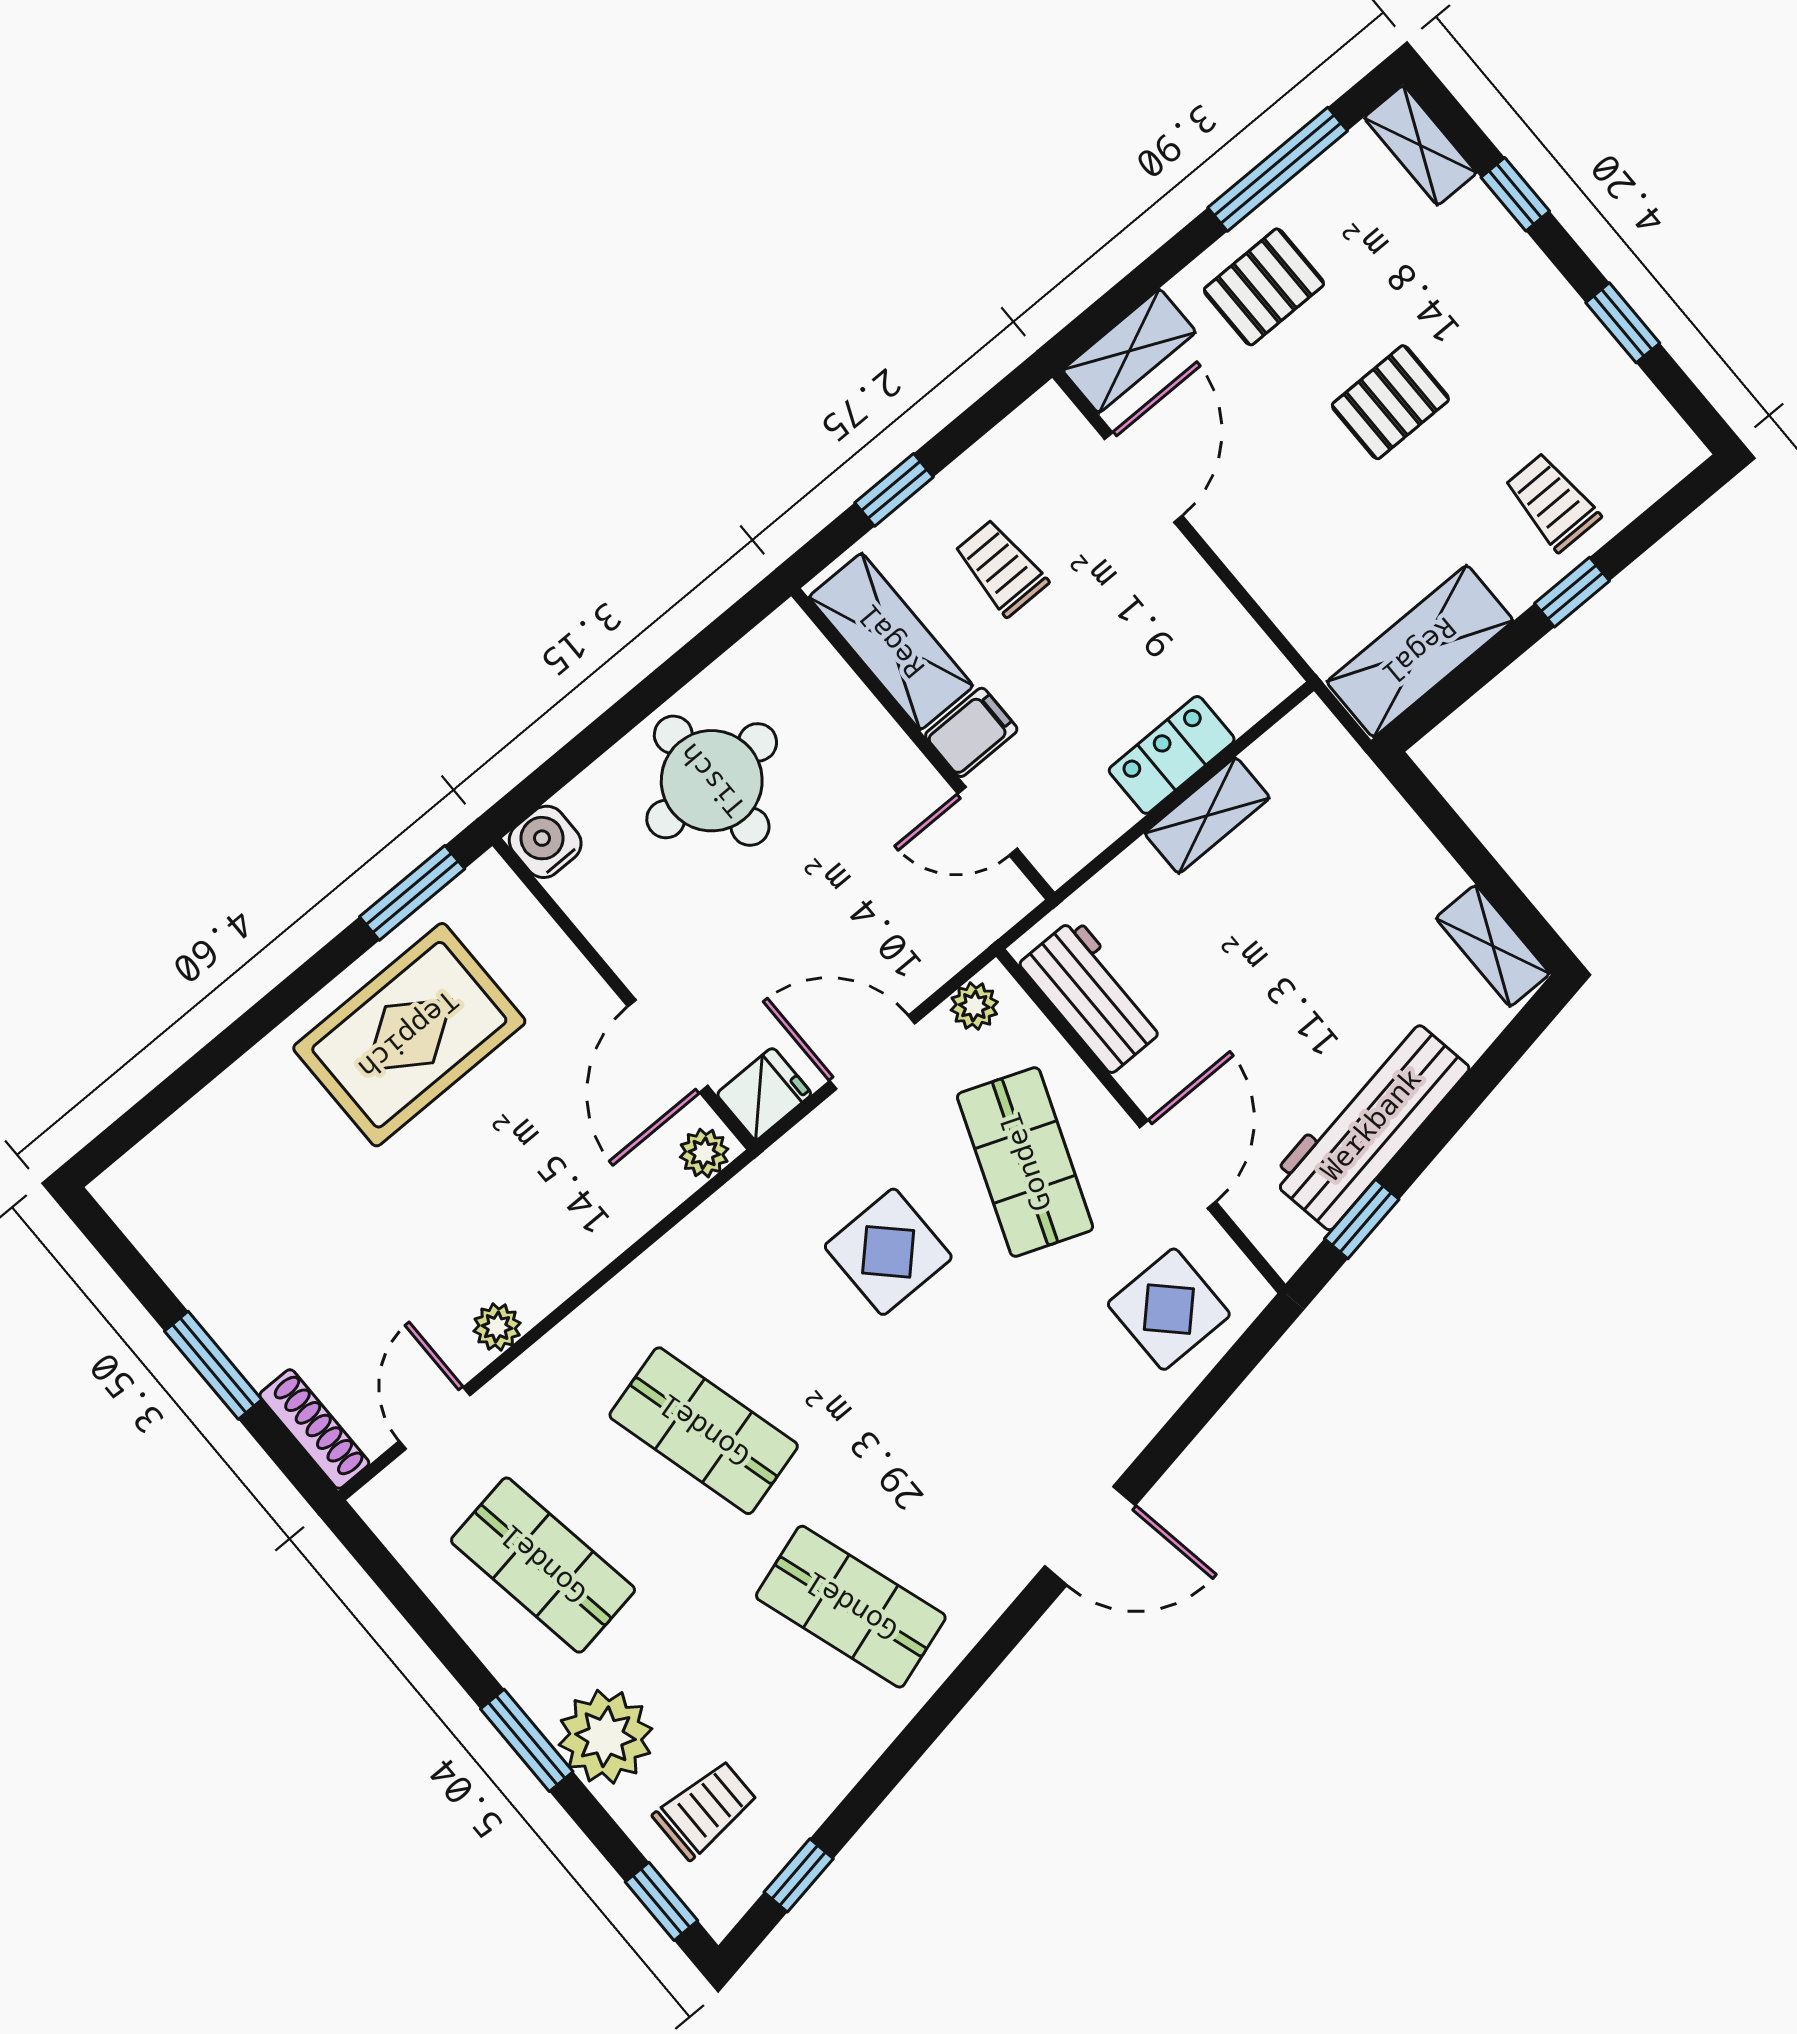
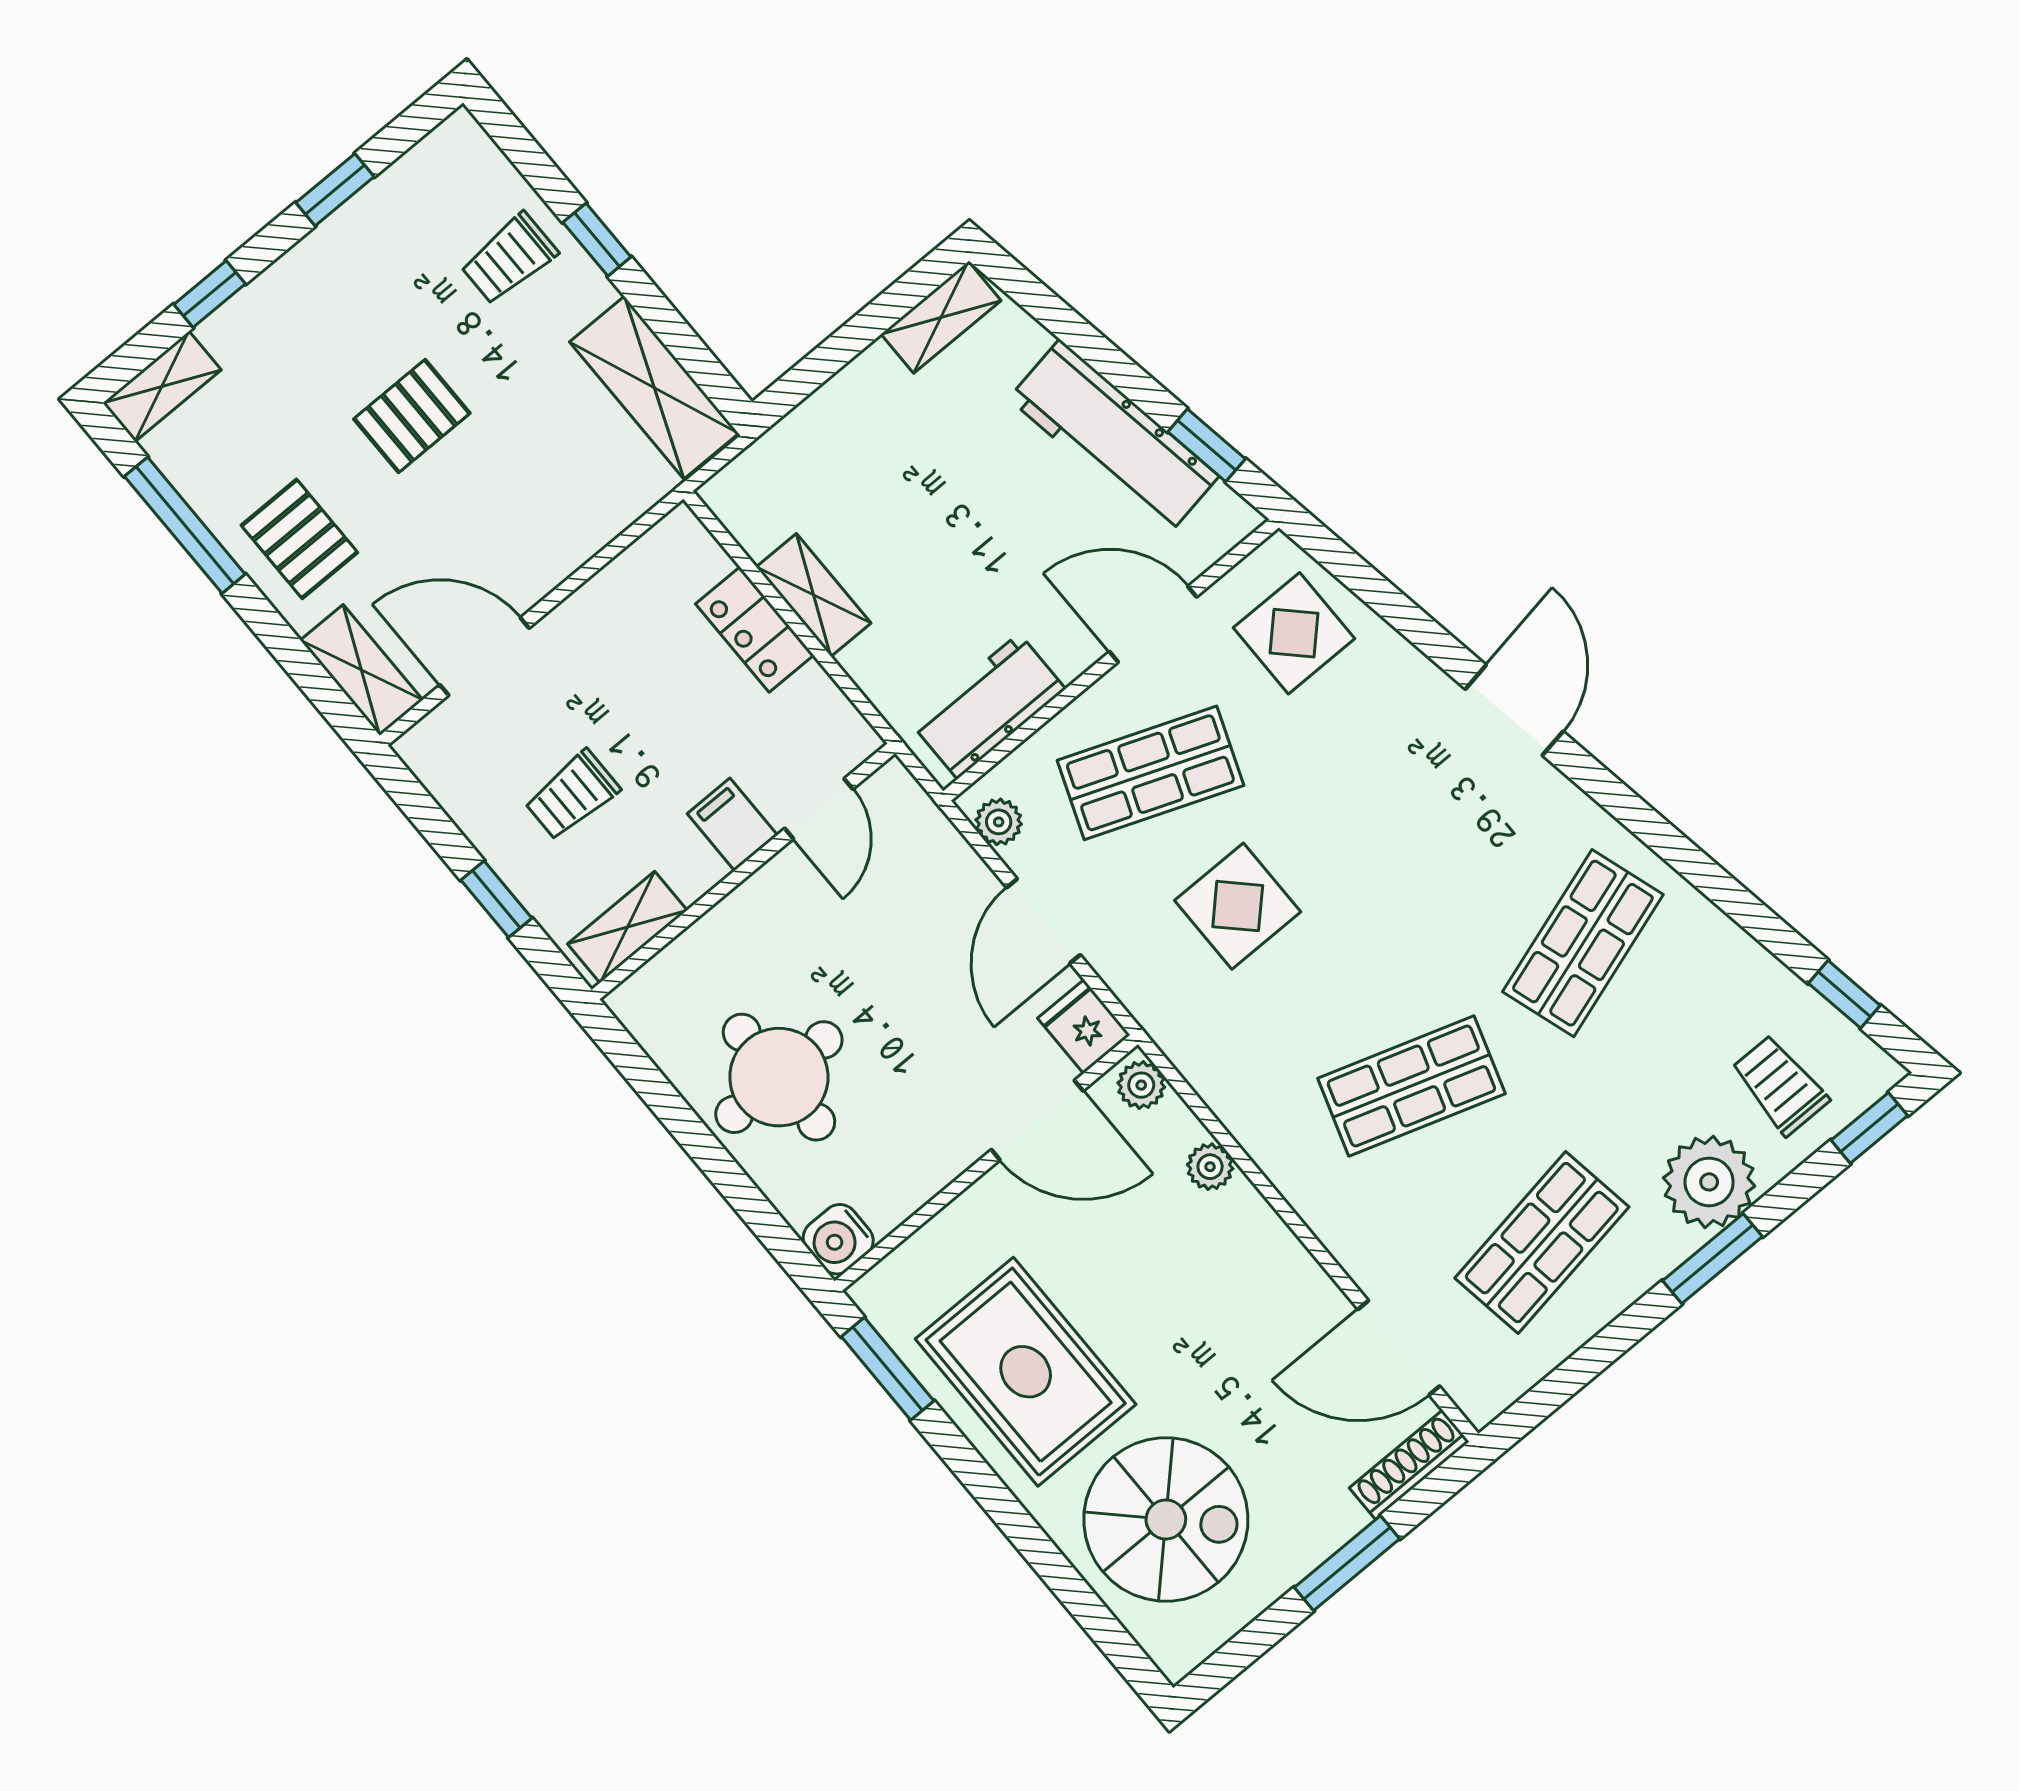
pallet: (1390, 402) -> (412, 416), turned 90
shelving: (891, 642) -> (627, 927), width x0.67, depth x0.75
spiral stairs: (258, 1179) -> (1166, 1519), added
plant: (497, 1327) -> (1210, 1167), moved
door: (435, 1418) -> (1399, 1348), width x1.37
shop shelf: (704, 1431) -> (1411, 1086), turned 33

